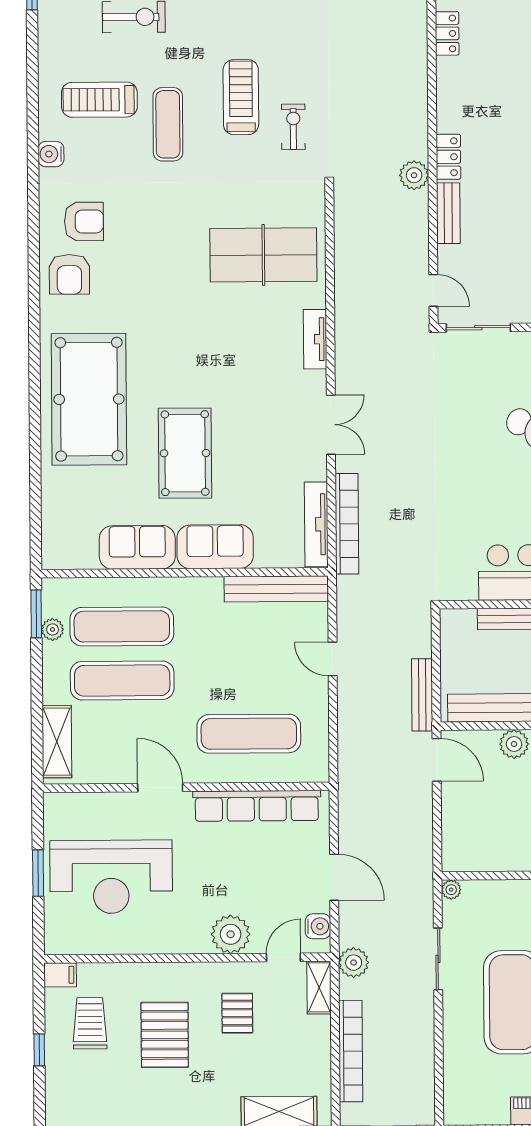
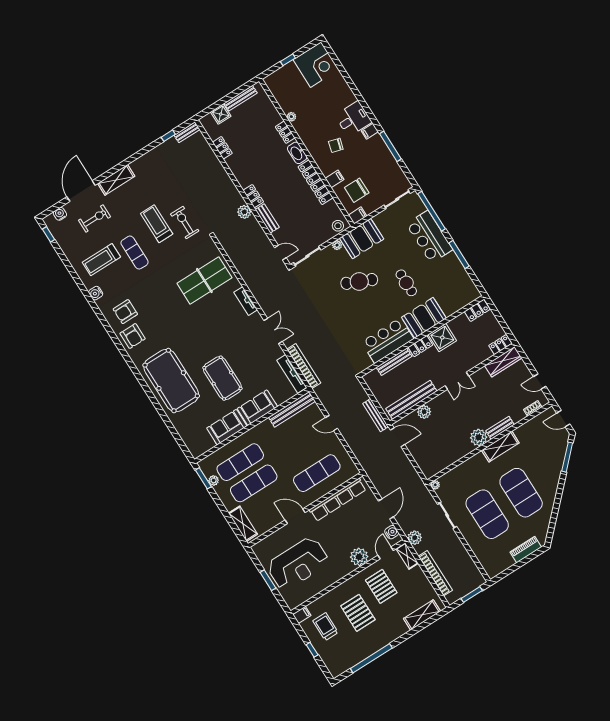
exercise bike: (293, 127) -> (185, 223), width x1.38, depth x1.39
armchair: (84, 221) -> (125, 312), turned 180
door: (334, 877) -> (386, 509), hinge flipped
pallet: (237, 1013) -> (381, 586), width x1.50, depth x1.42

